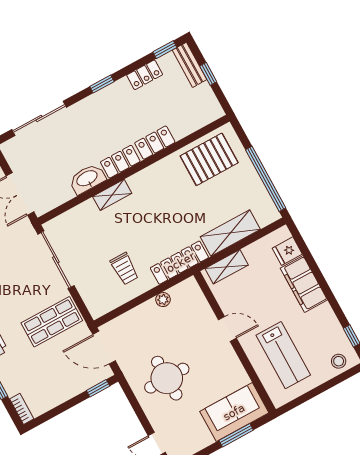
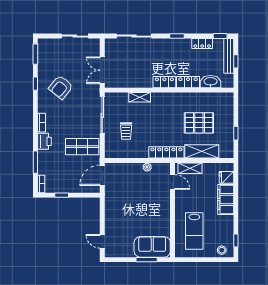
bench: (190, 65) -> (229, 56), width x1.36
pallet: (209, 159) -> (199, 123), moved
washbasin: (87, 179) -> (211, 82), moved
window: (266, 179) -> (236, 133), width x0.32
shelving: (112, 195) -> (140, 97), moved
trolley: (125, 269) -> (126, 131), moved
door: (227, 329) -> (173, 182), moved
door: (104, 348) -> (102, 175), hinge flipped
round table: (167, 378) -> (126, 210), removed
window: (98, 388) -> (62, 195), moved

